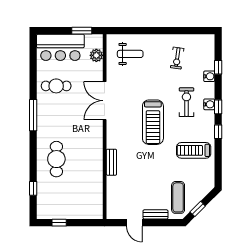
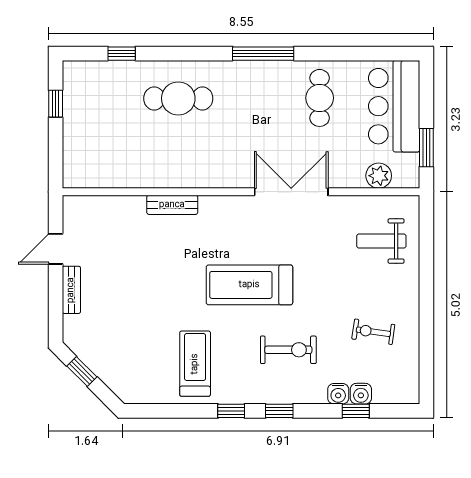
weight bench: (130, 54) -> (381, 241), turned 90
water cooler: (209, 104) -> (361, 394), moved
exercise mat: (178, 197) -> (104, 334), removed

